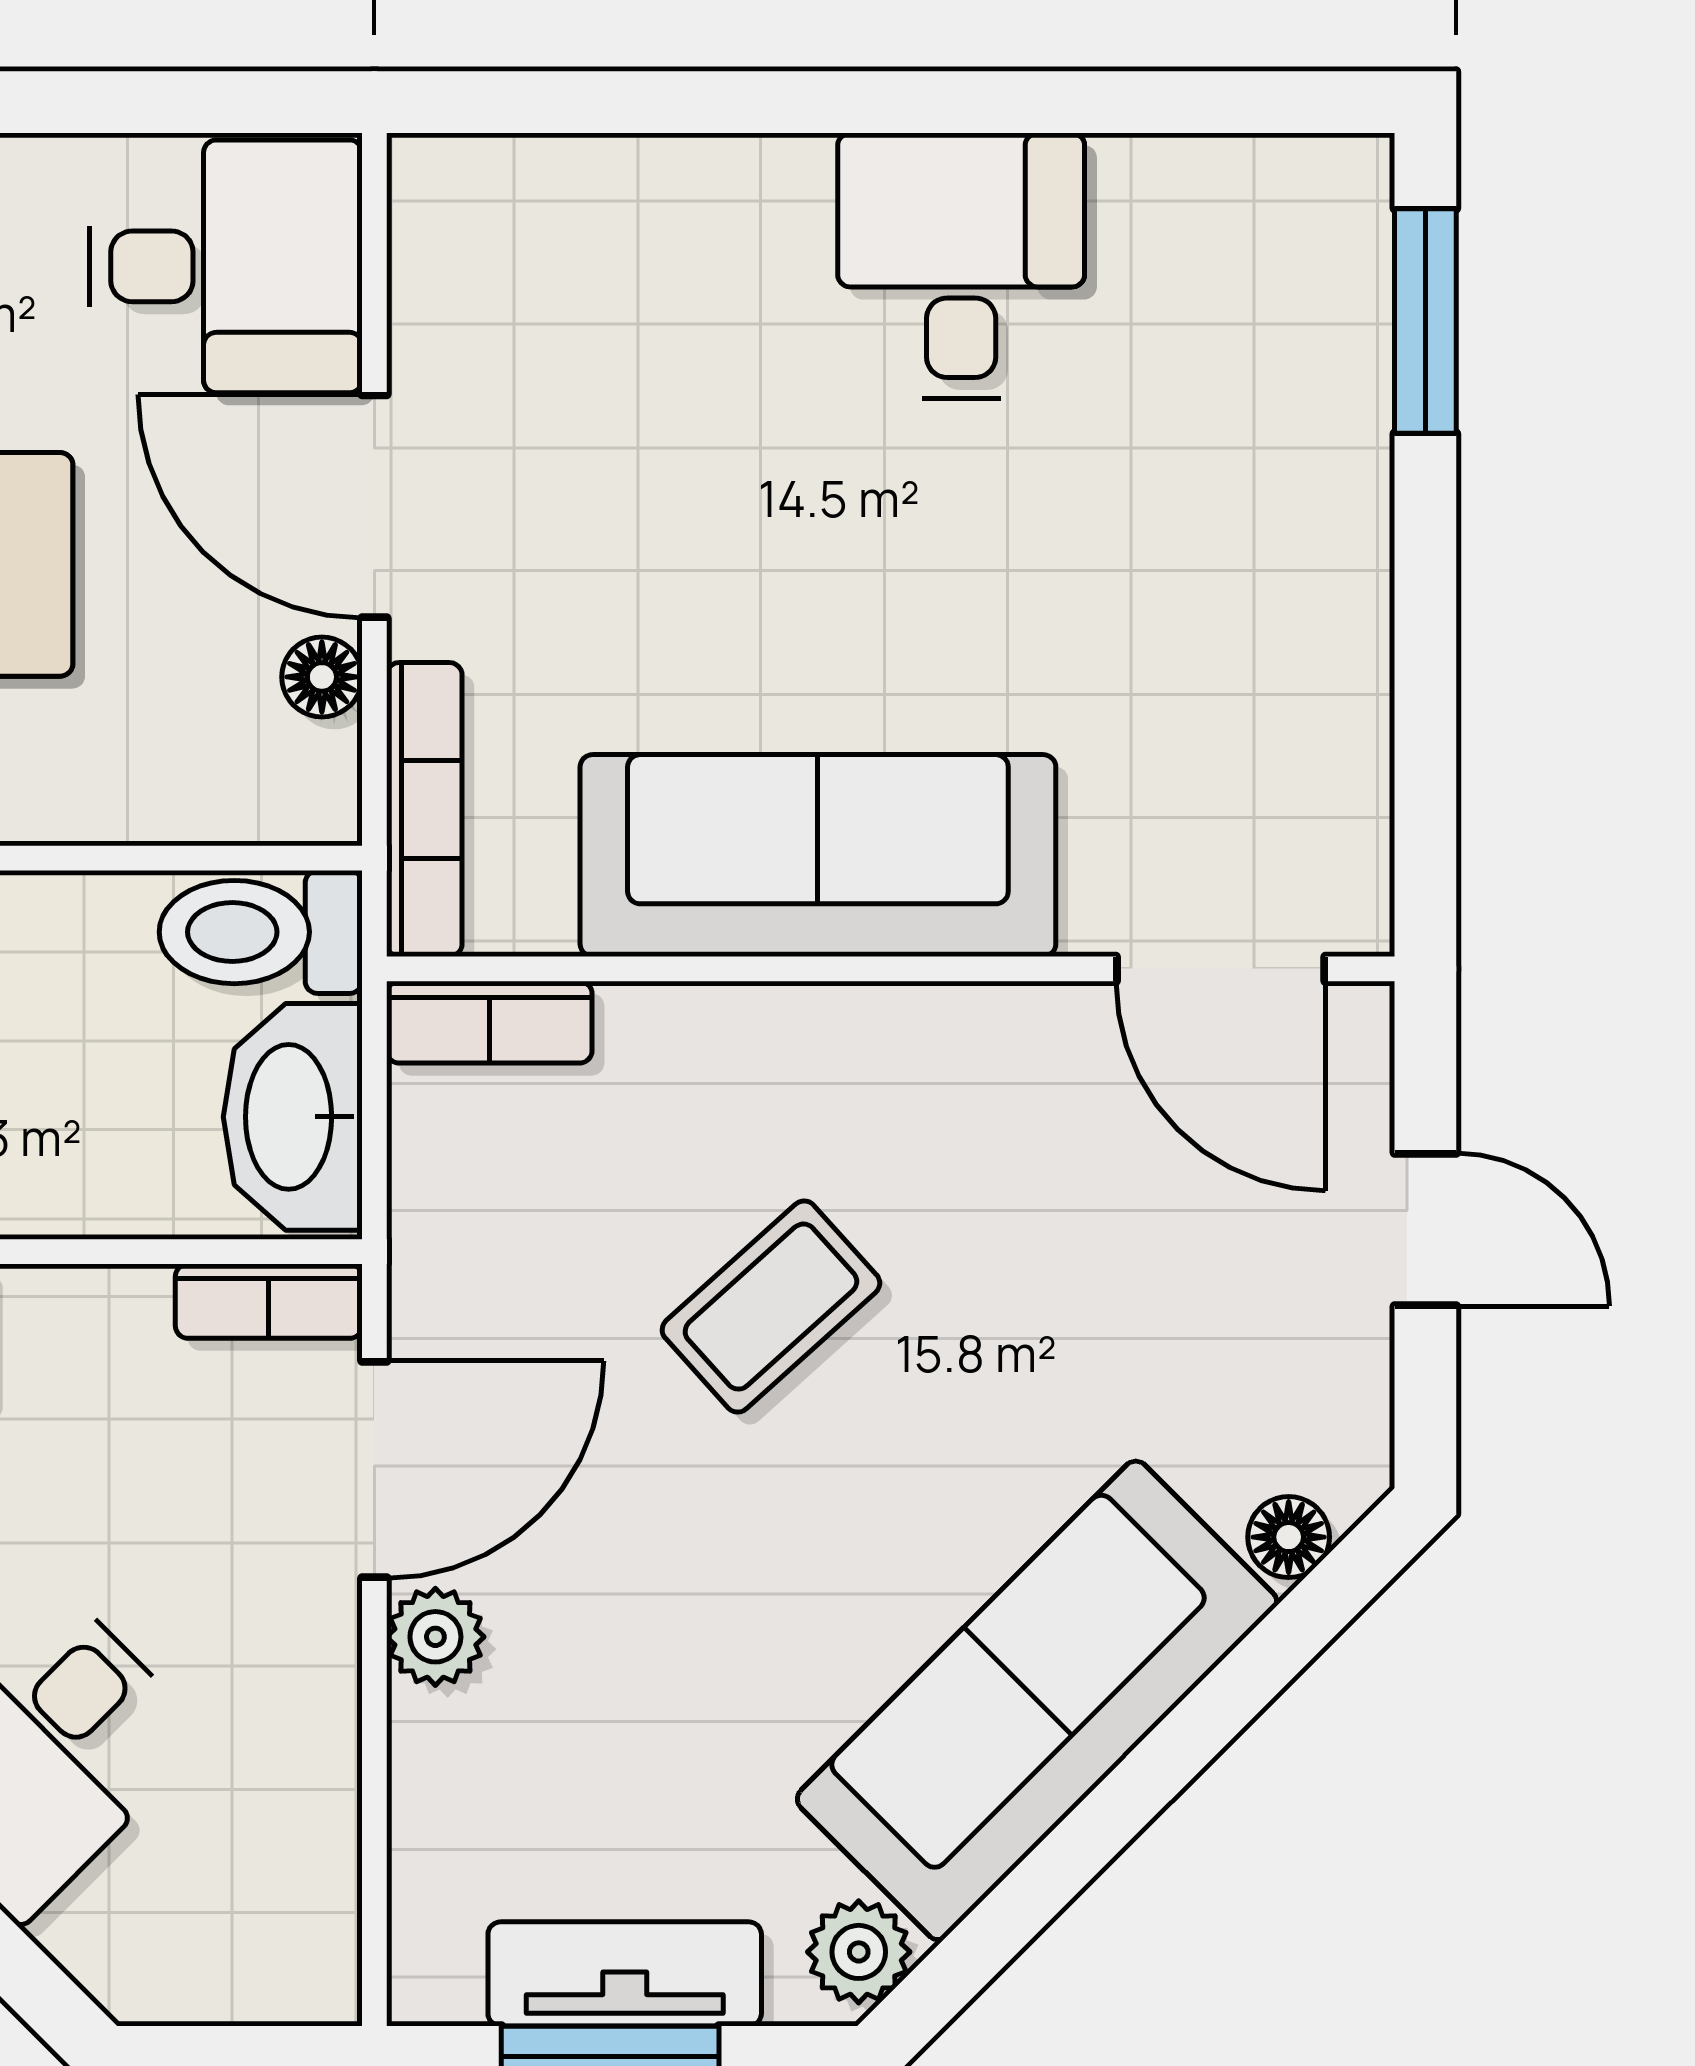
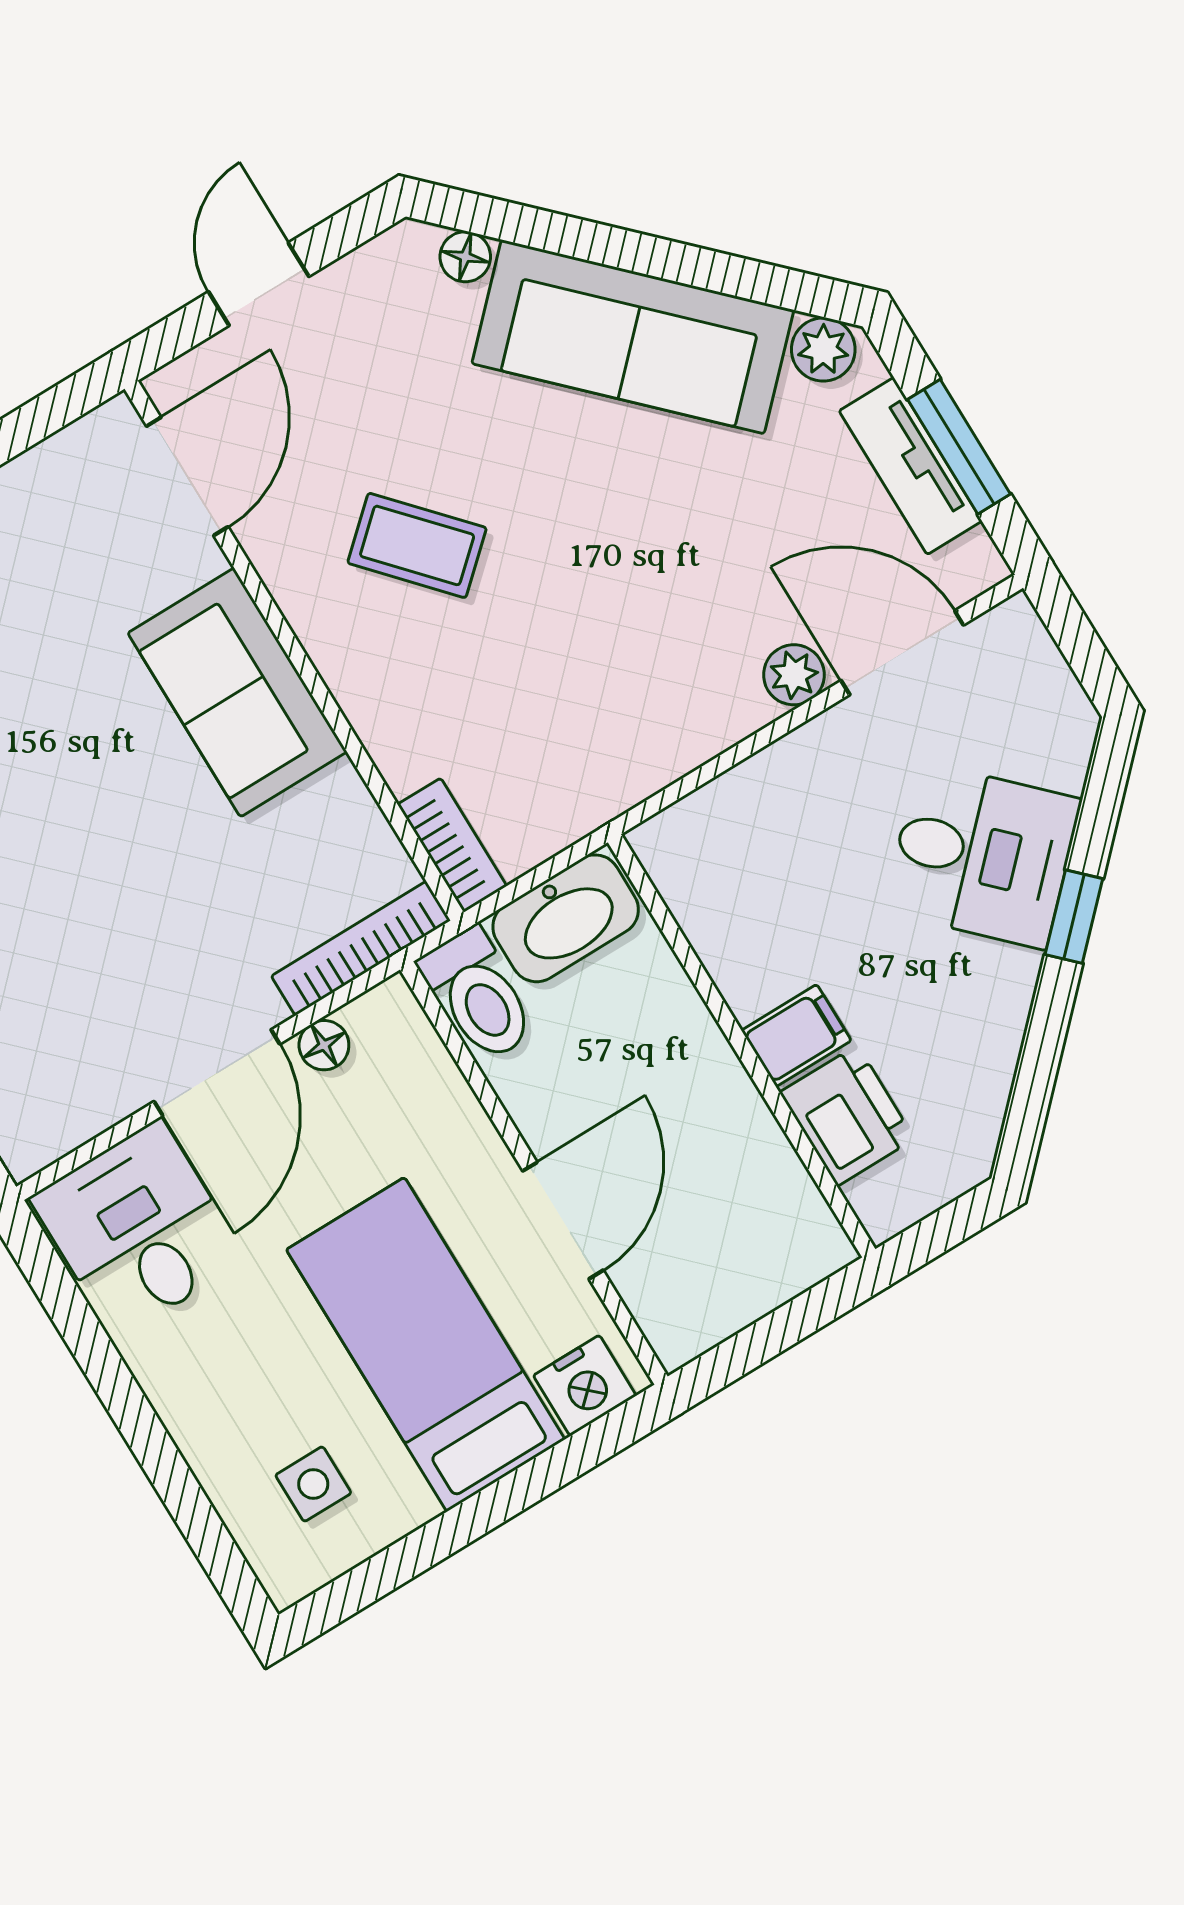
sofa: (818, 855) -> (237, 692), width x0.73
bookcase: (269, 1301) -> (671, 871), removed
coffee table: (771, 1307) -> (417, 545), moved
door: (374, 1470) -> (902, 653), moved

